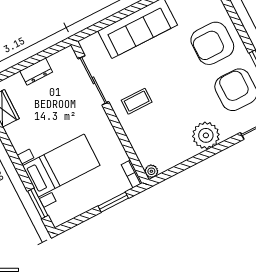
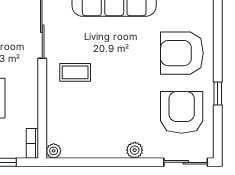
plant: (206, 135) -> (135, 150), width x0.53, depth x0.53

